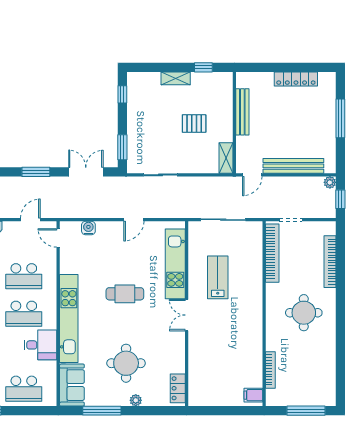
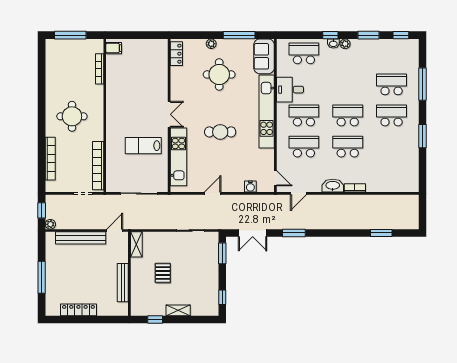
pallet: (194, 124) -> (163, 273), turned 90
lab bench: (218, 277) -> (143, 146), turned 90

